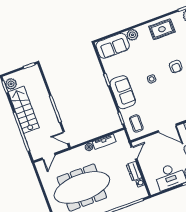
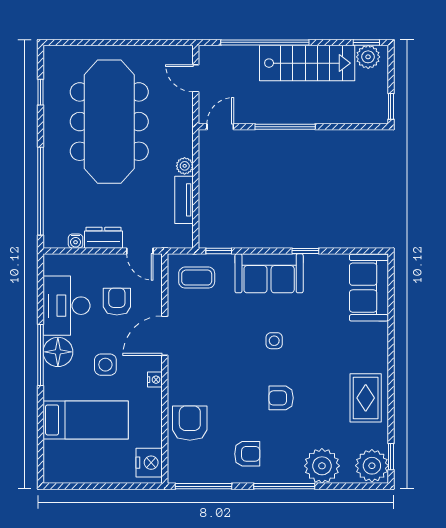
plant: (132, 35) -> (376, 335), removed
armchair: (160, 155) -> (117, 302), added

